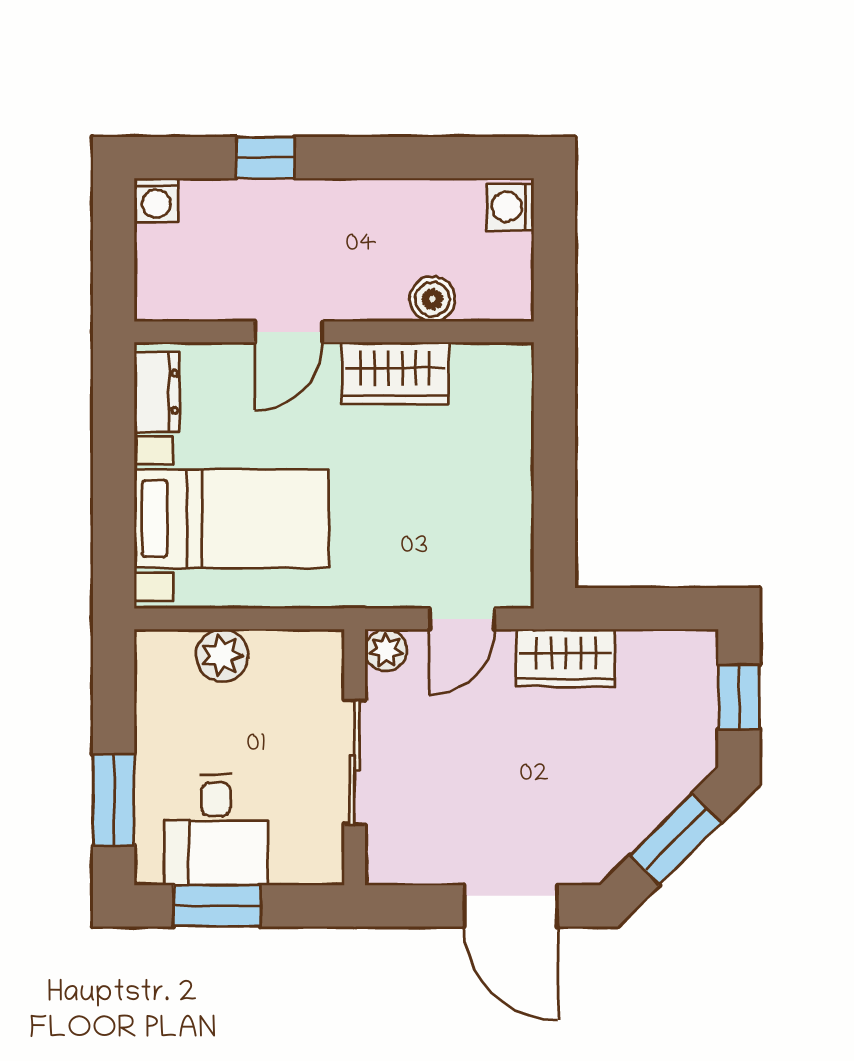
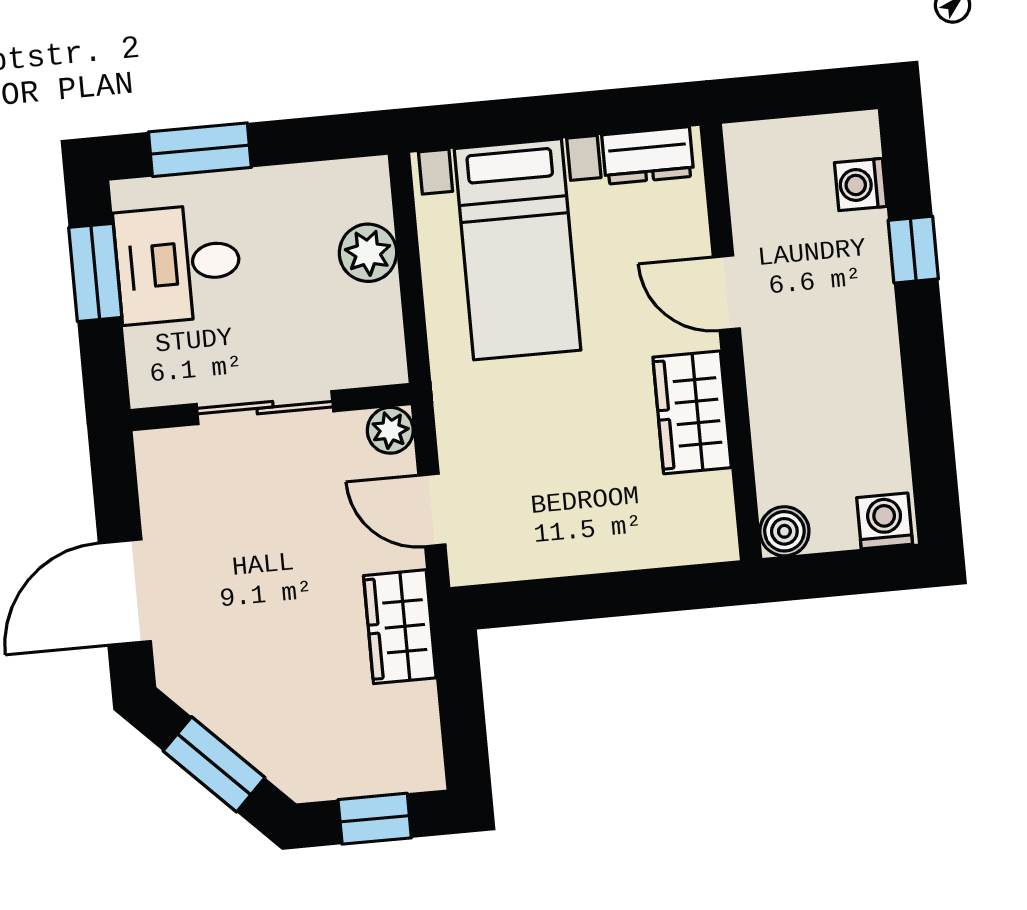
washing machine: (156, 200) -> (861, 185), moved
boiler: (432, 299) -> (784, 531), moved

